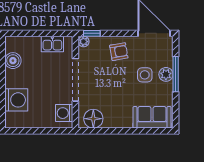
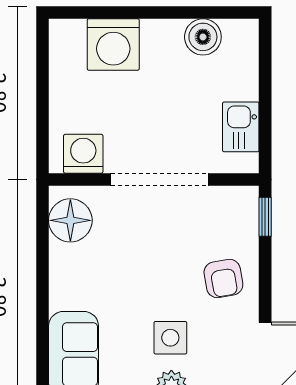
plant: (84, 42) -> (246, 198), removed

